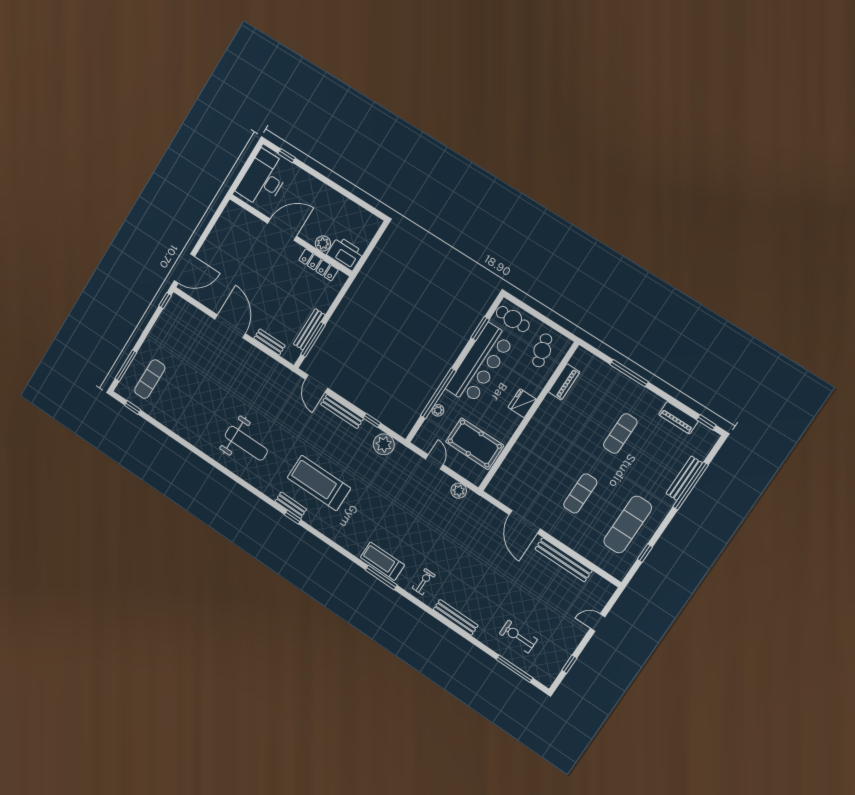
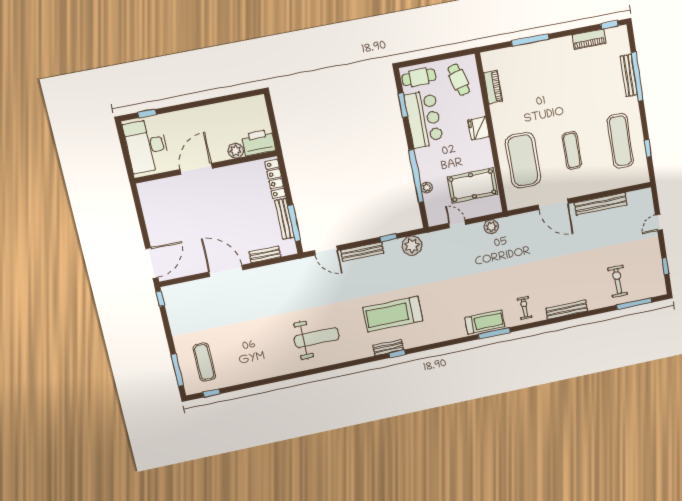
locker: (319, 265) -> (275, 179), moved, turned 90
bar counter: (480, 364) -> (424, 119), width x0.73
exercise mat: (620, 434) -> (523, 160), moved, width x2.00, depth x1.45
treadmill: (382, 561) -> (485, 322), turned 180
exercise bike: (518, 636) -> (618, 281), turned 90

